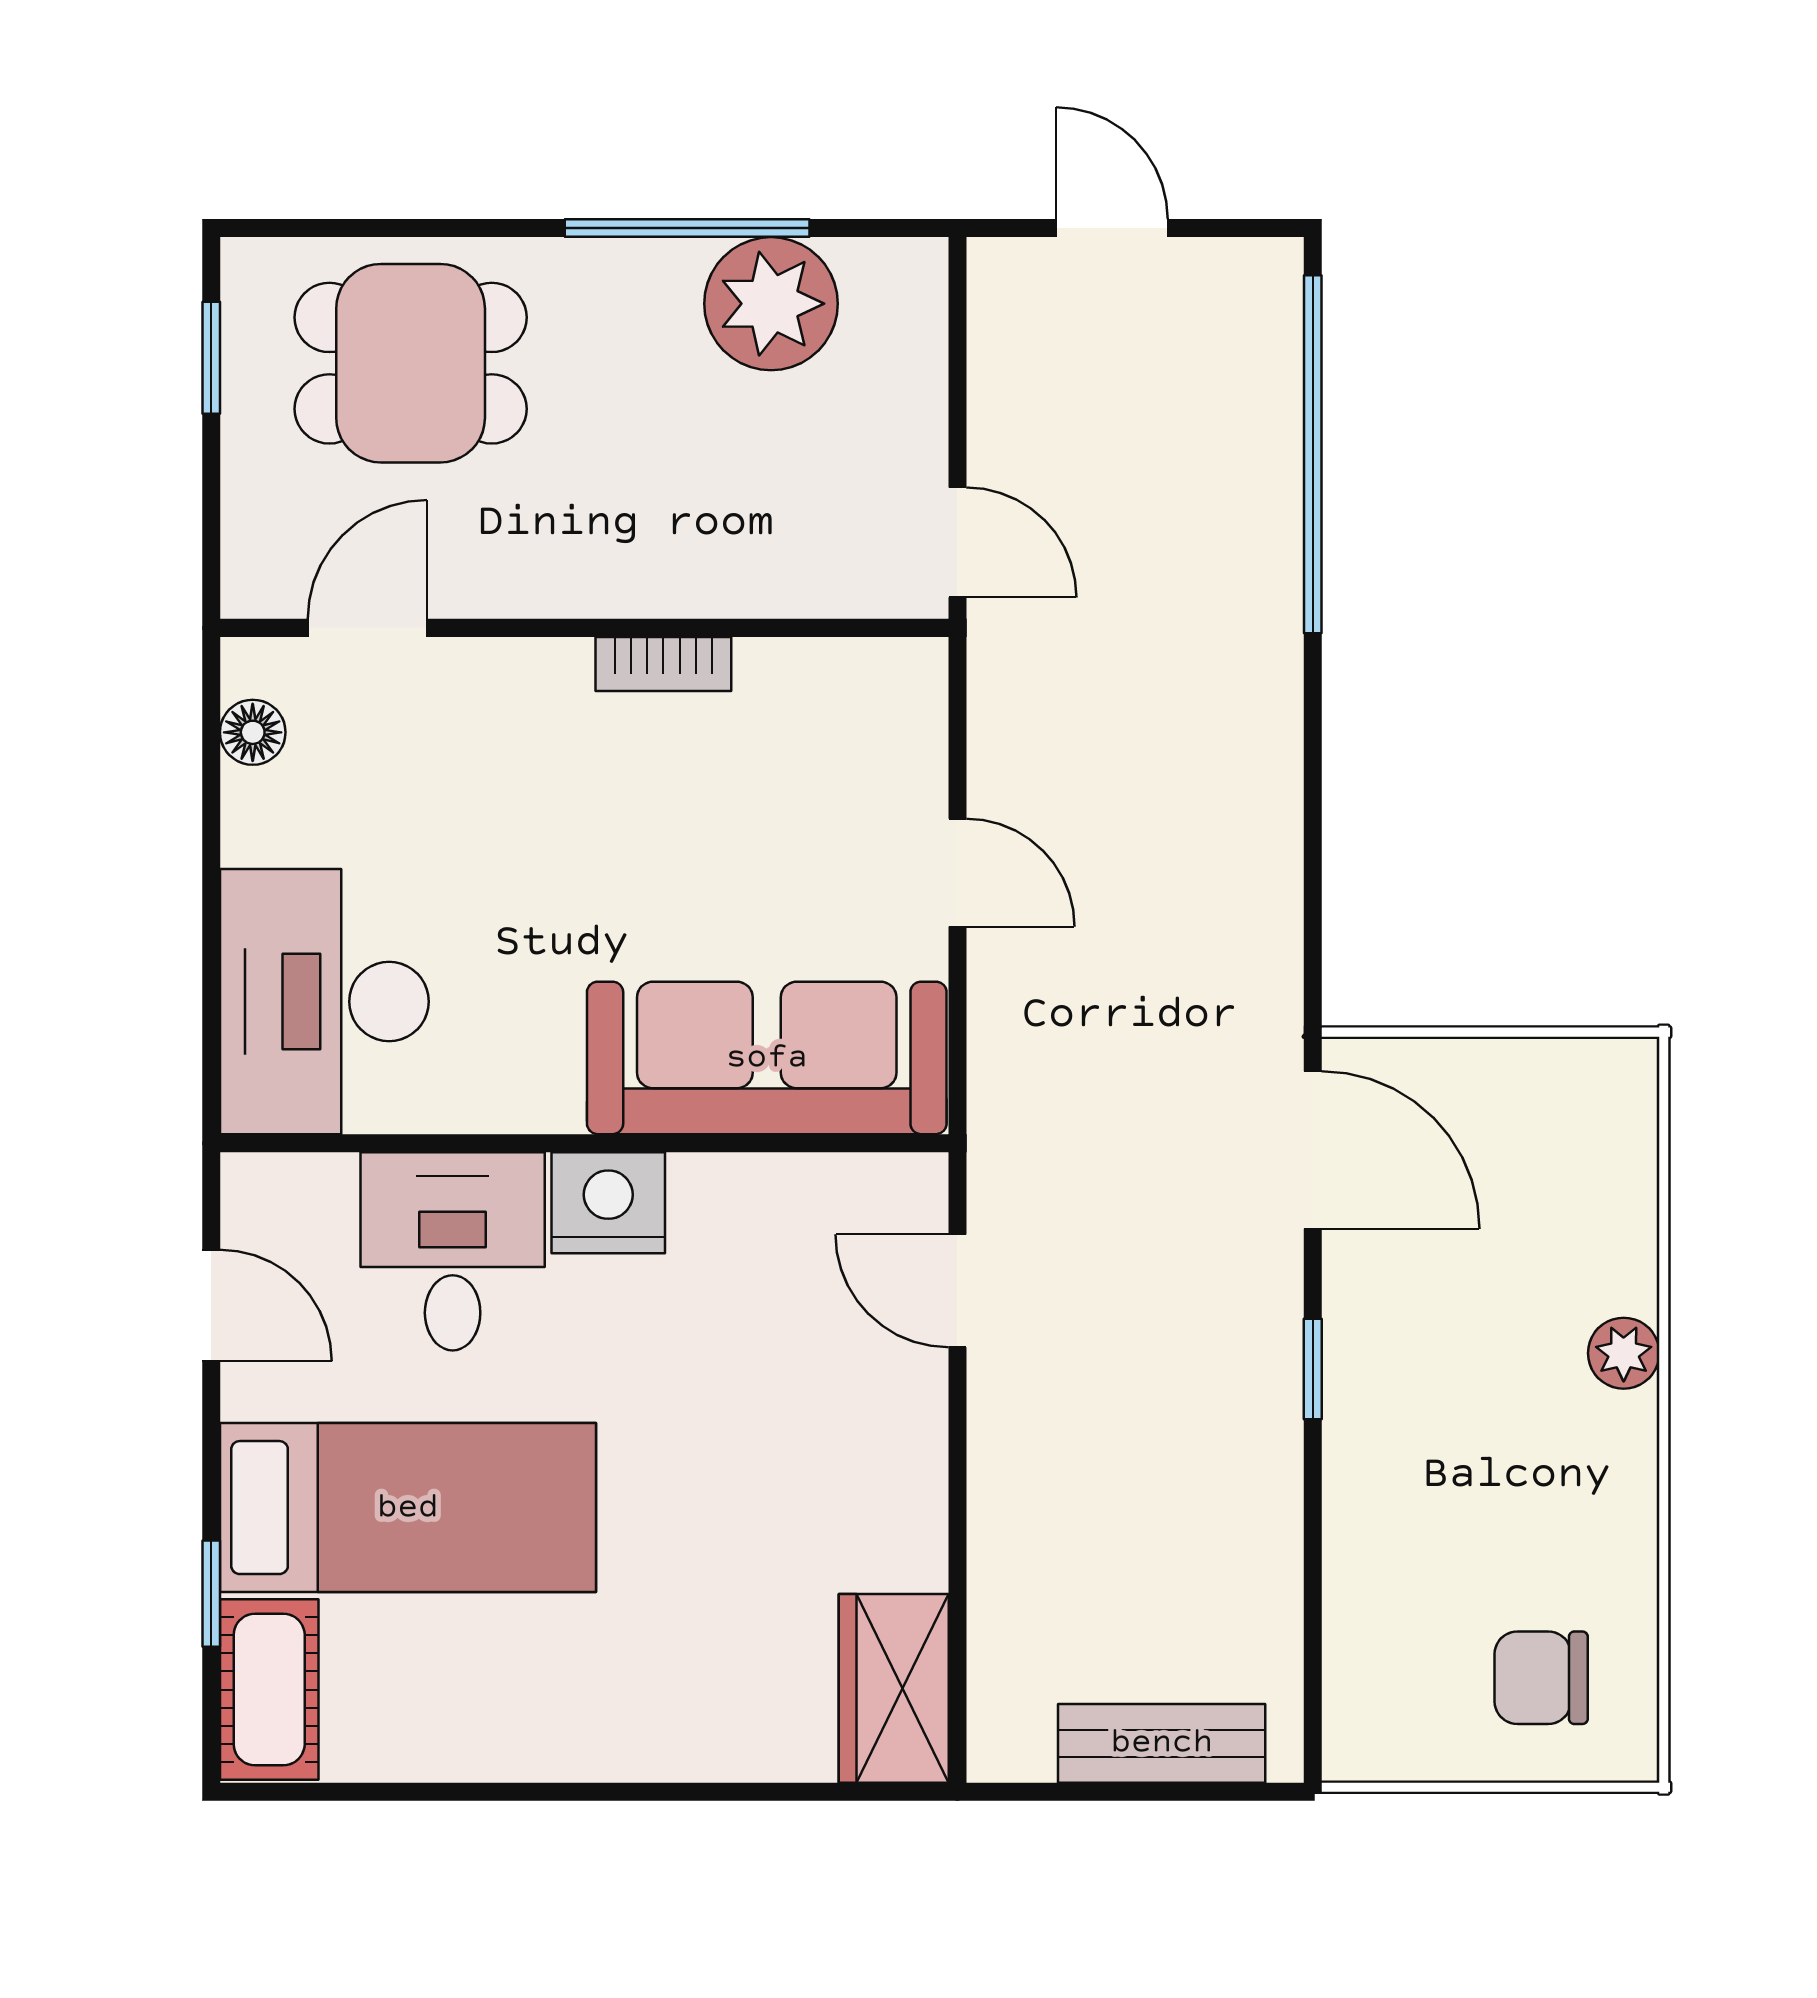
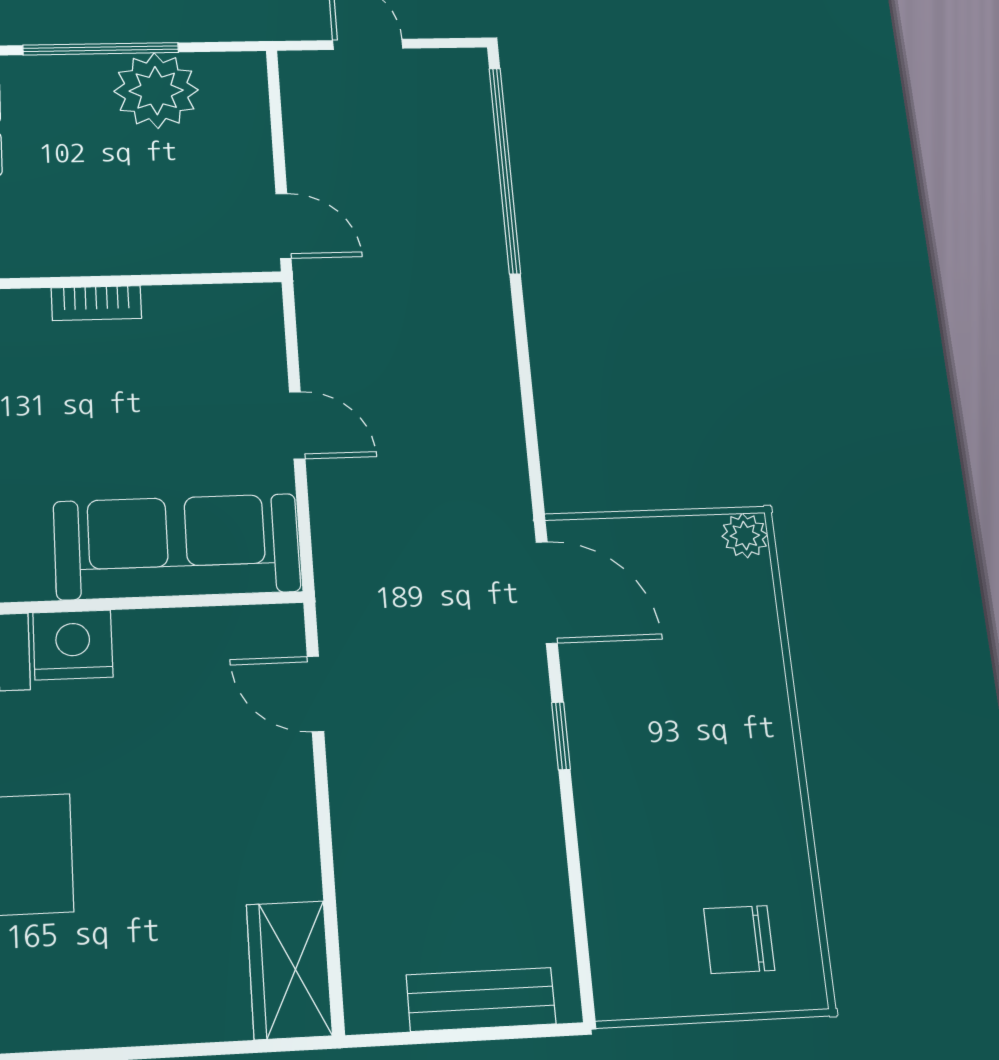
plant: (1624, 1353) -> (745, 536), moved

